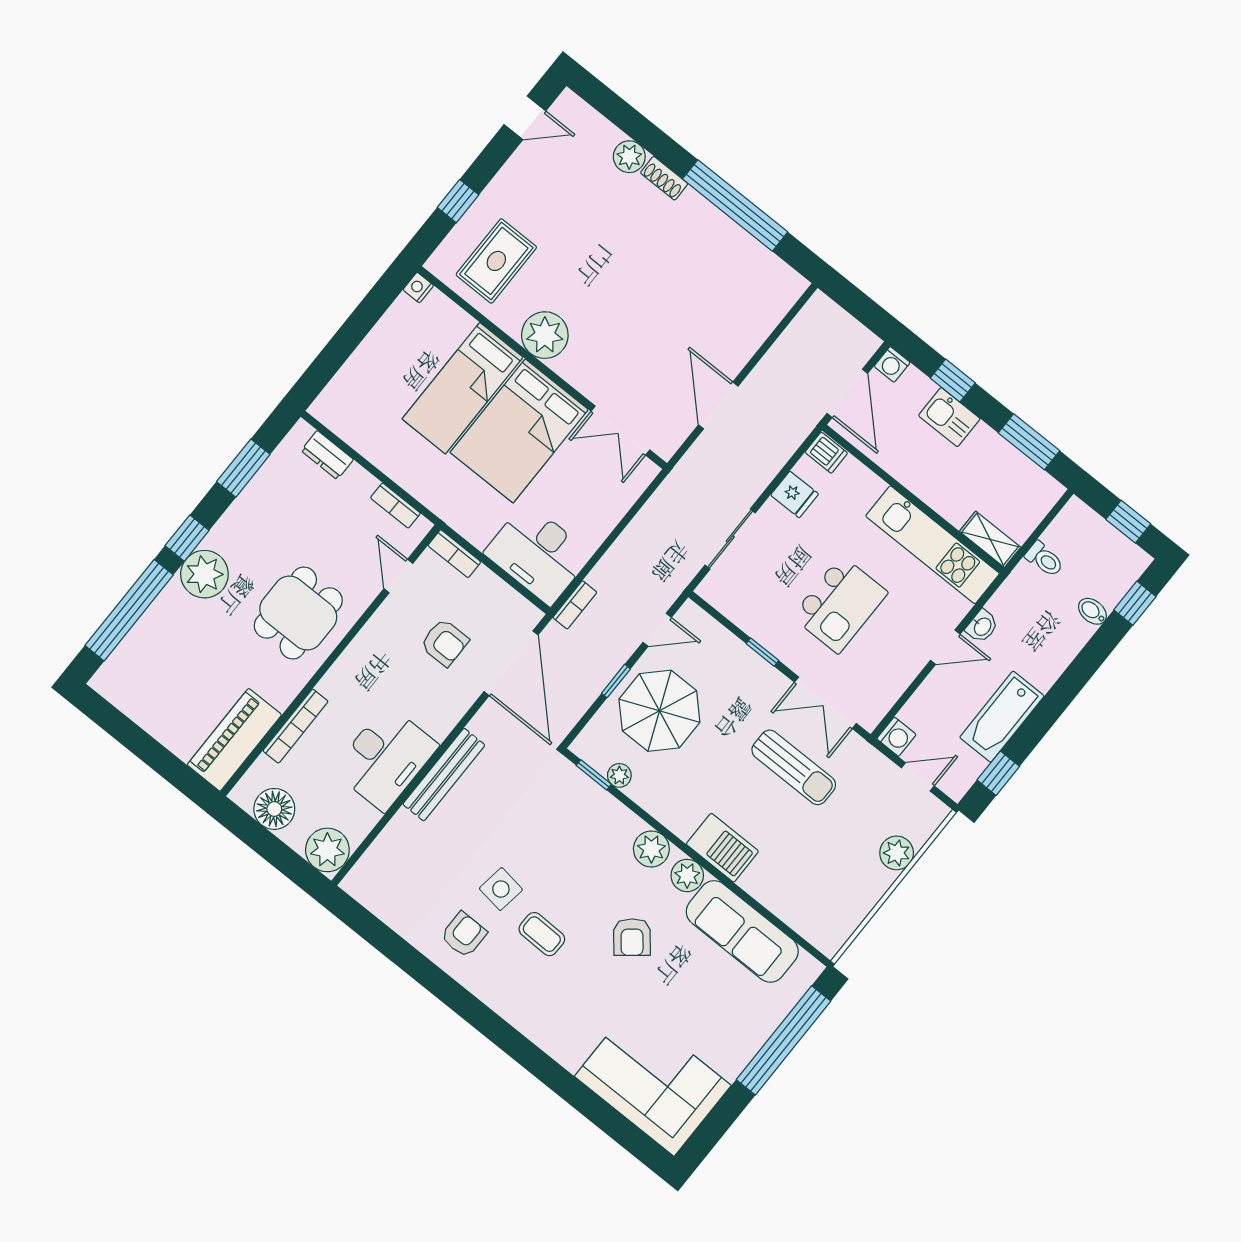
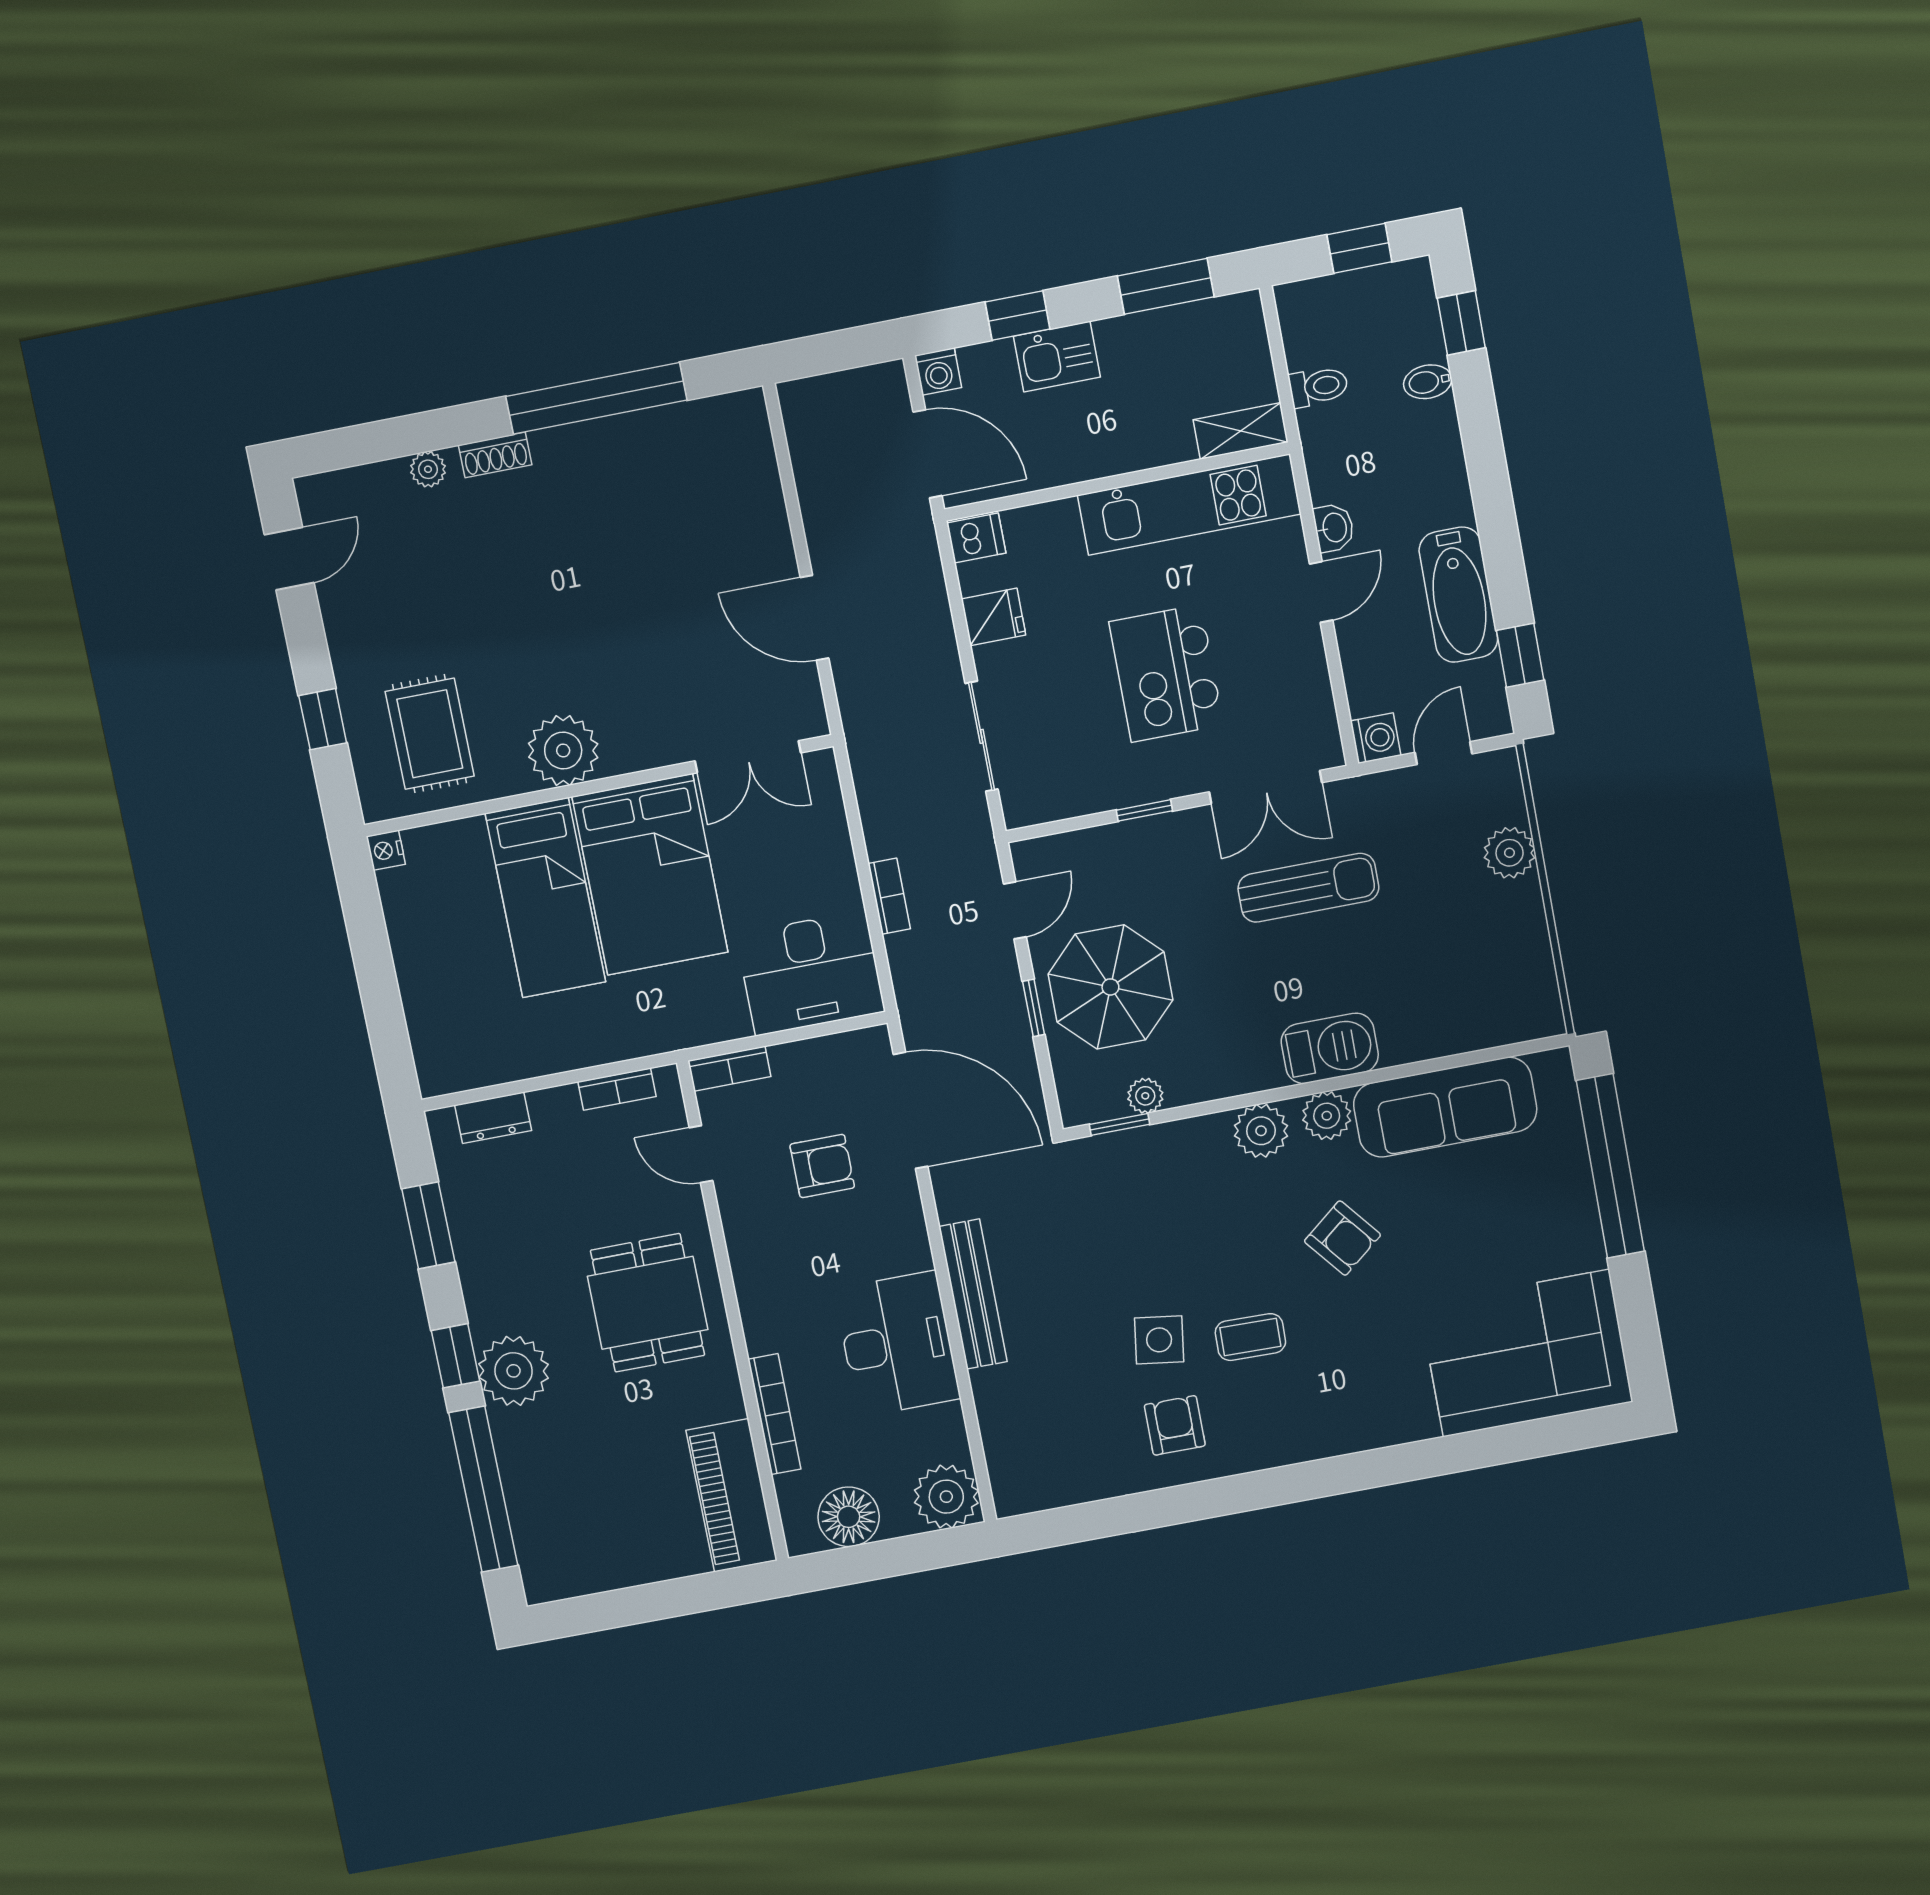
plant: (629, 157) -> (428, 469), width x0.73, depth x0.73
bookcase: (575, 605) -> (889, 896), moved
kitchen island: (840, 605) -> (1166, 673), turned 180

